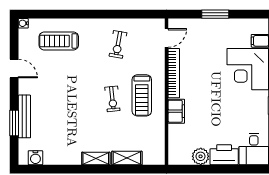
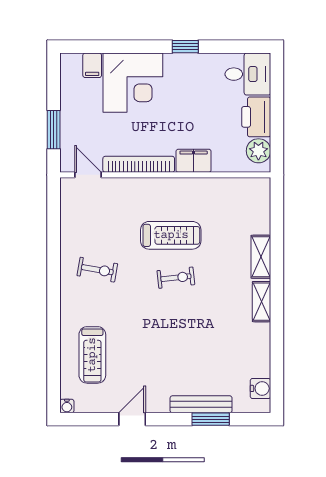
door: (167, 38) -> (88, 175), moved
bookcase: (174, 73) -> (139, 164), moved
wall: (167, 92) -> (165, 175), moved
filing cabinet: (176, 111) -> (194, 161), moved

